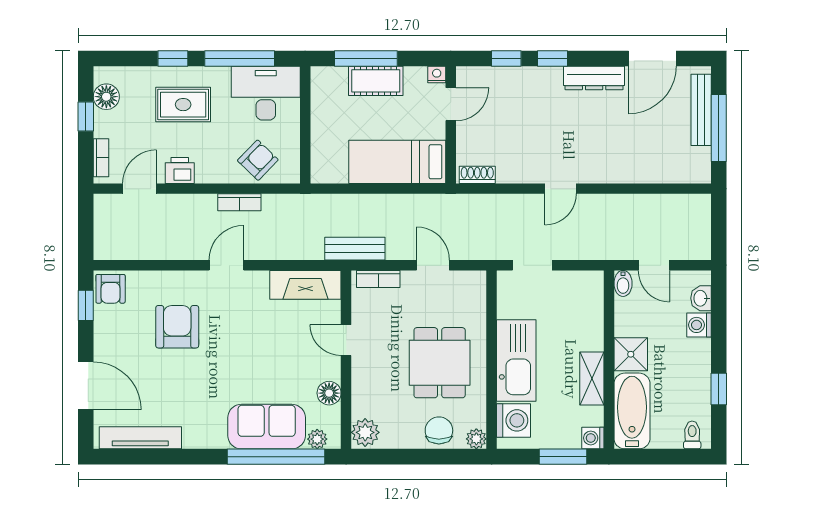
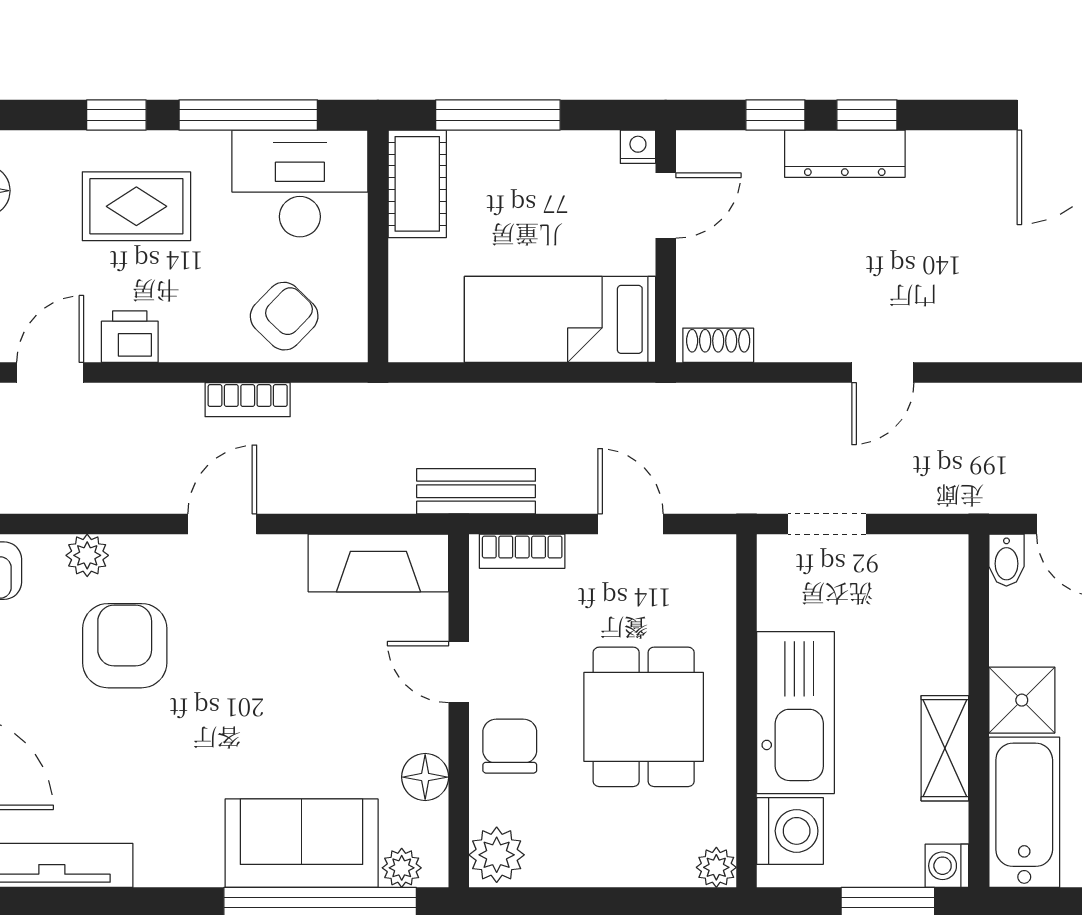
dresser: (594, 78) -> (845, 154), moved
cot: (376, 81) -> (417, 184), moved, turned 90
plant: (158, 281) -> (87, 555), added
chair: (439, 430) -> (510, 746), moved

